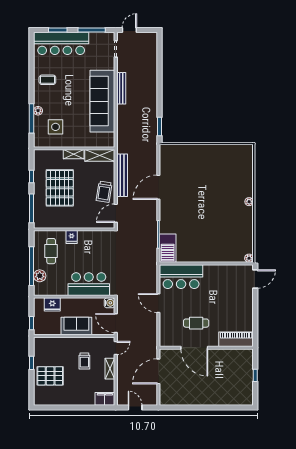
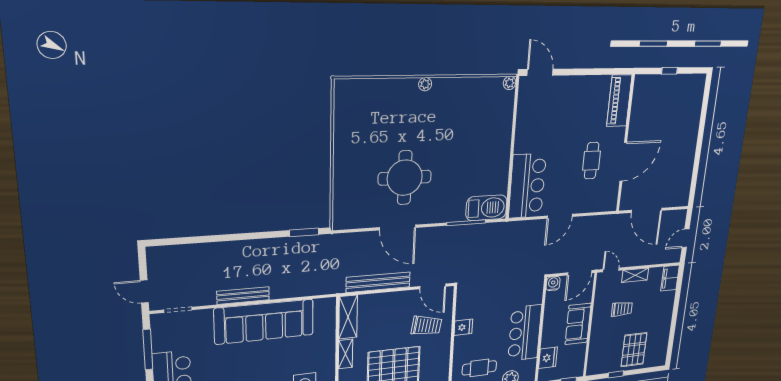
round table: (191, 191) -> (405, 178), added
trolley: (104, 192) -> (426, 325), moved
fridge: (72, 237) -> (463, 327), moved
bar counter: (89, 284) -> (525, 333), moved

